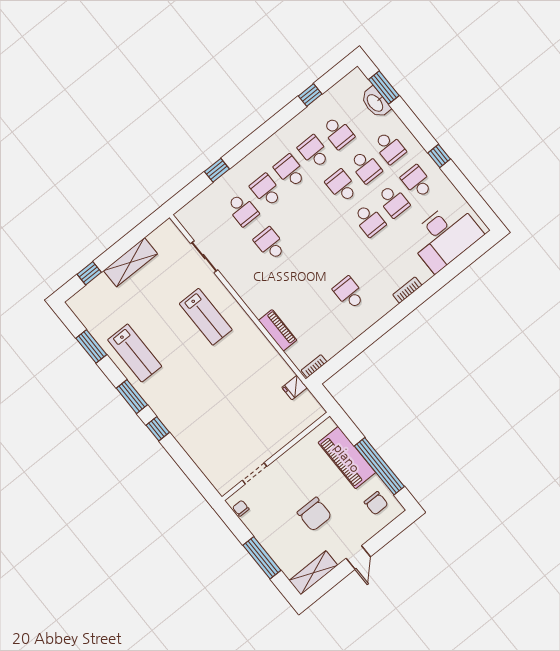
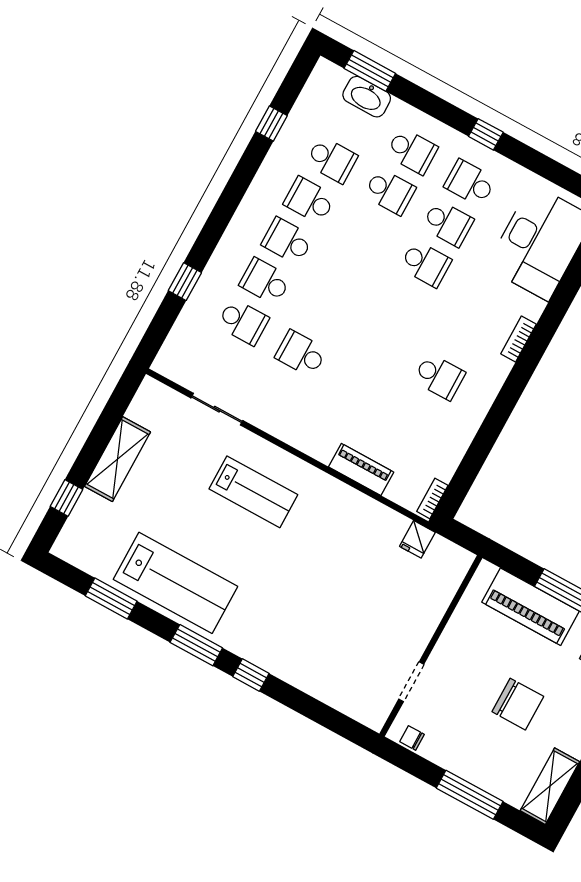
school desk: (342, 186) -> (368, 232), removed
school desk: (349, 293) -> (439, 377), turned 180
lab bench: (135, 353) -> (175, 583), width x1.36, depth x1.39

